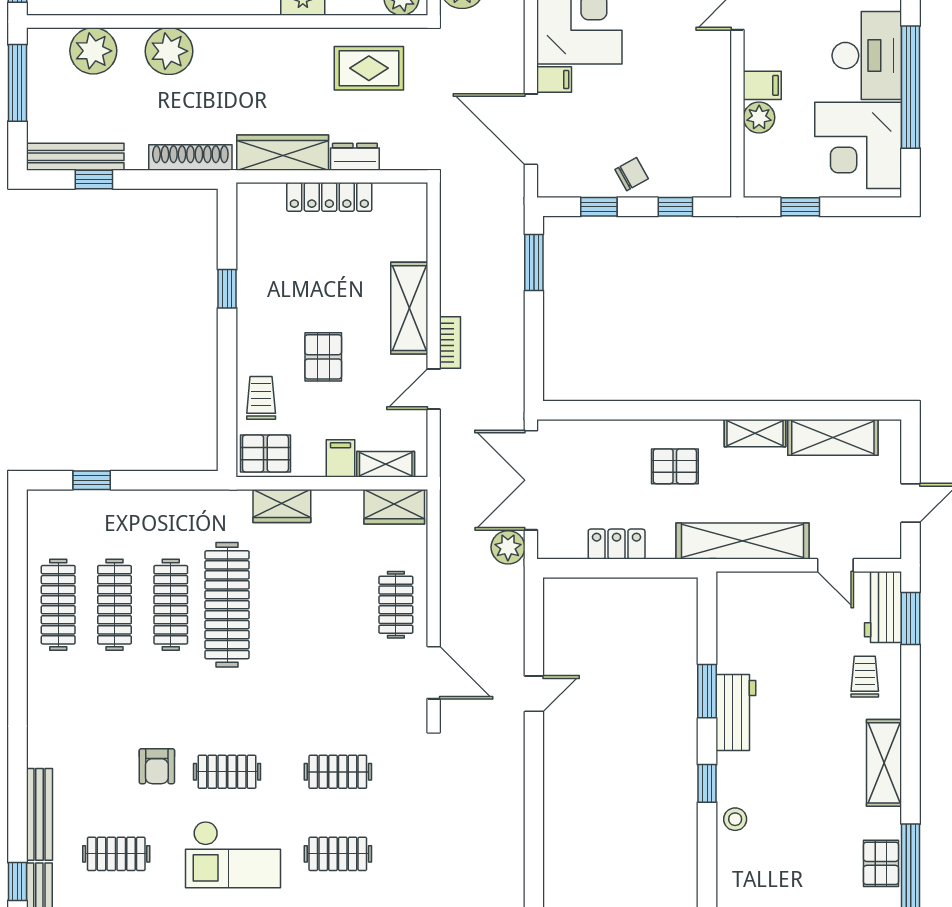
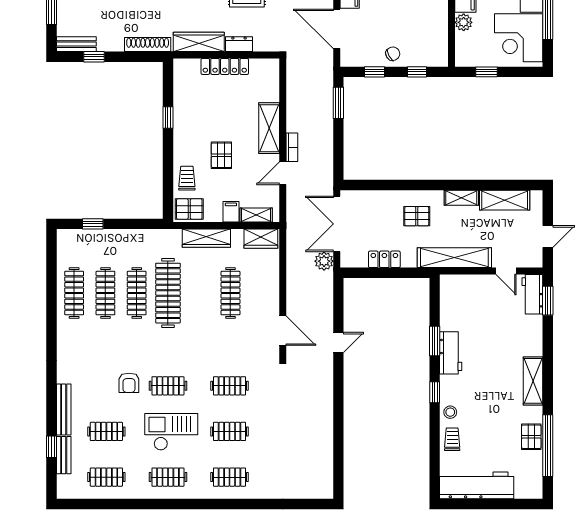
bench: (75, 157) -> (76, 44), width x0.73
wardrobe: (282, 506) -> (206, 238), width x1.50
clothes rail: (396, 605) -> (230, 293), moved, width x1.36
trolley: (865, 677) -> (452, 439), moved
checkout: (233, 855) -> (171, 432), turned 180

